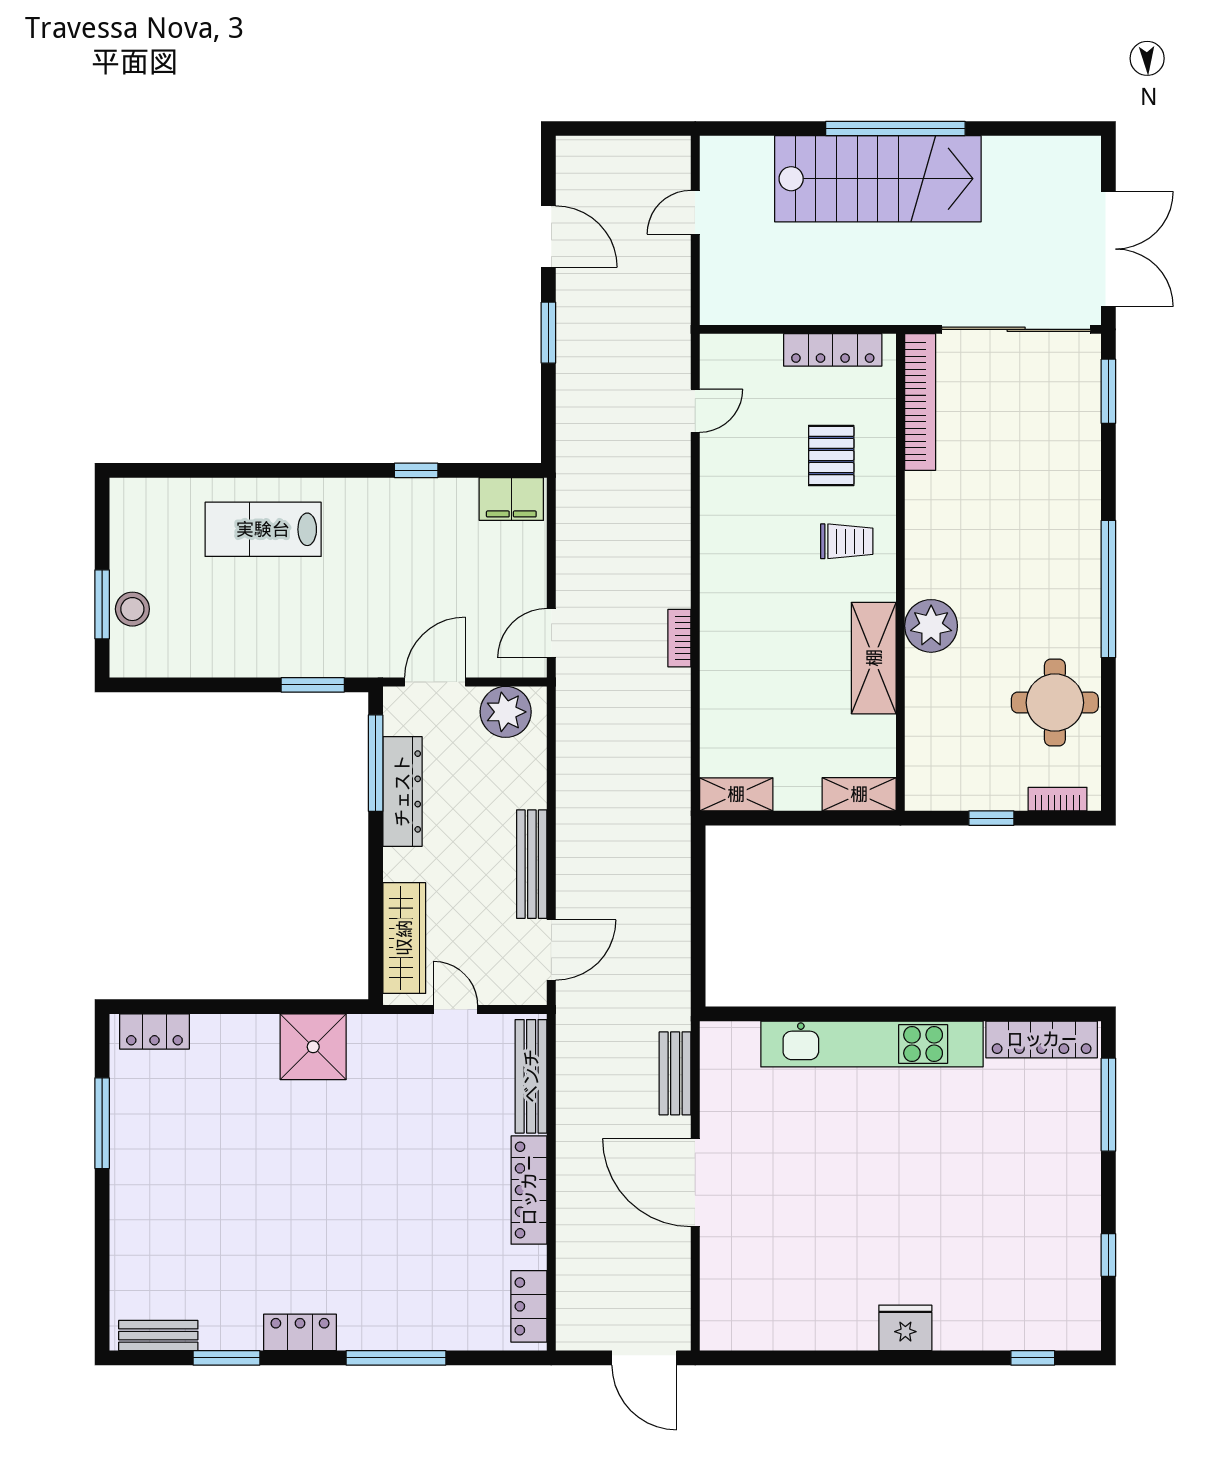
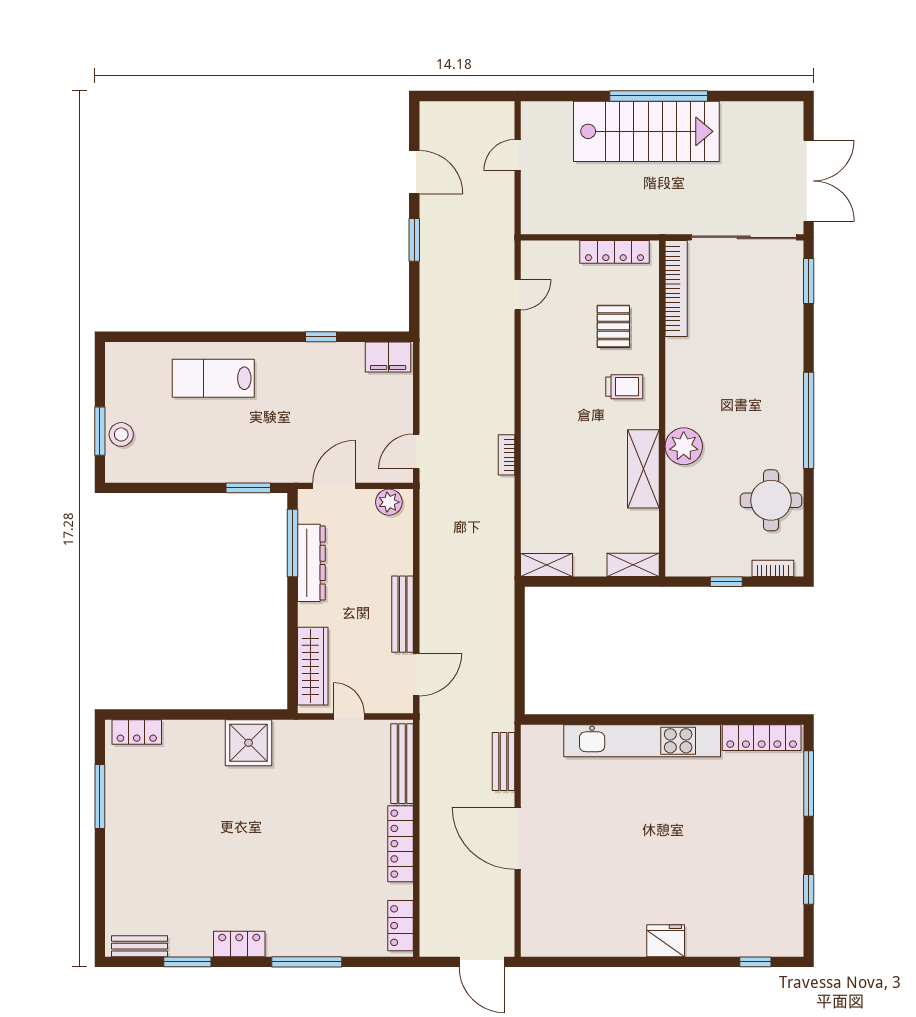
plant: (506, 712) -> (389, 502), width x0.73, depth x0.73

